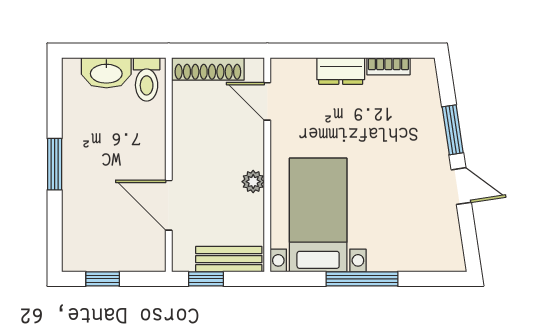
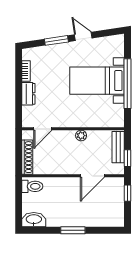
washbasin: (106, 73) -> (34, 220), moved, turned -90
door: (461, 186) -> (83, 36), hinge flipped
bed with nightstands: (318, 215) -> (97, 81), moved
window: (103, 279) -> (127, 193), moved
window: (362, 279) -> (127, 84), width x1.46

